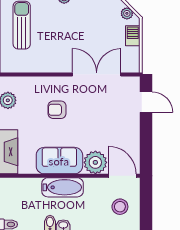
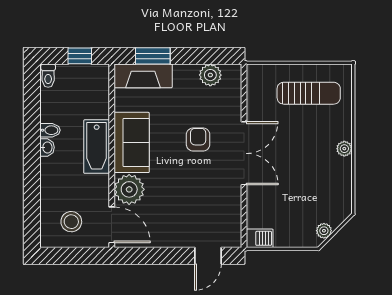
barbecue: (133, 36) -> (260, 238), moved
double door: (97, 75) -> (244, 153), moved
door: (122, 176) -> (112, 225), hinge flipped

